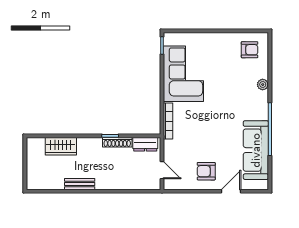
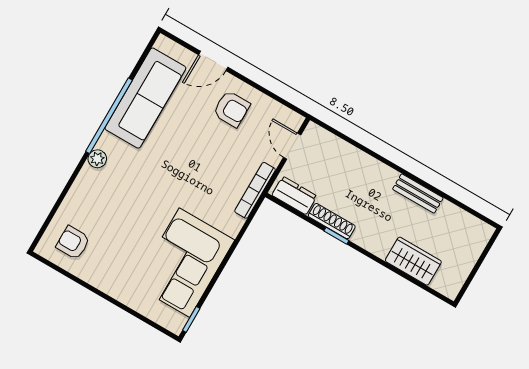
plant: (263, 85) -> (97, 159), moved
bookcase: (168, 121) -> (255, 190), moved

